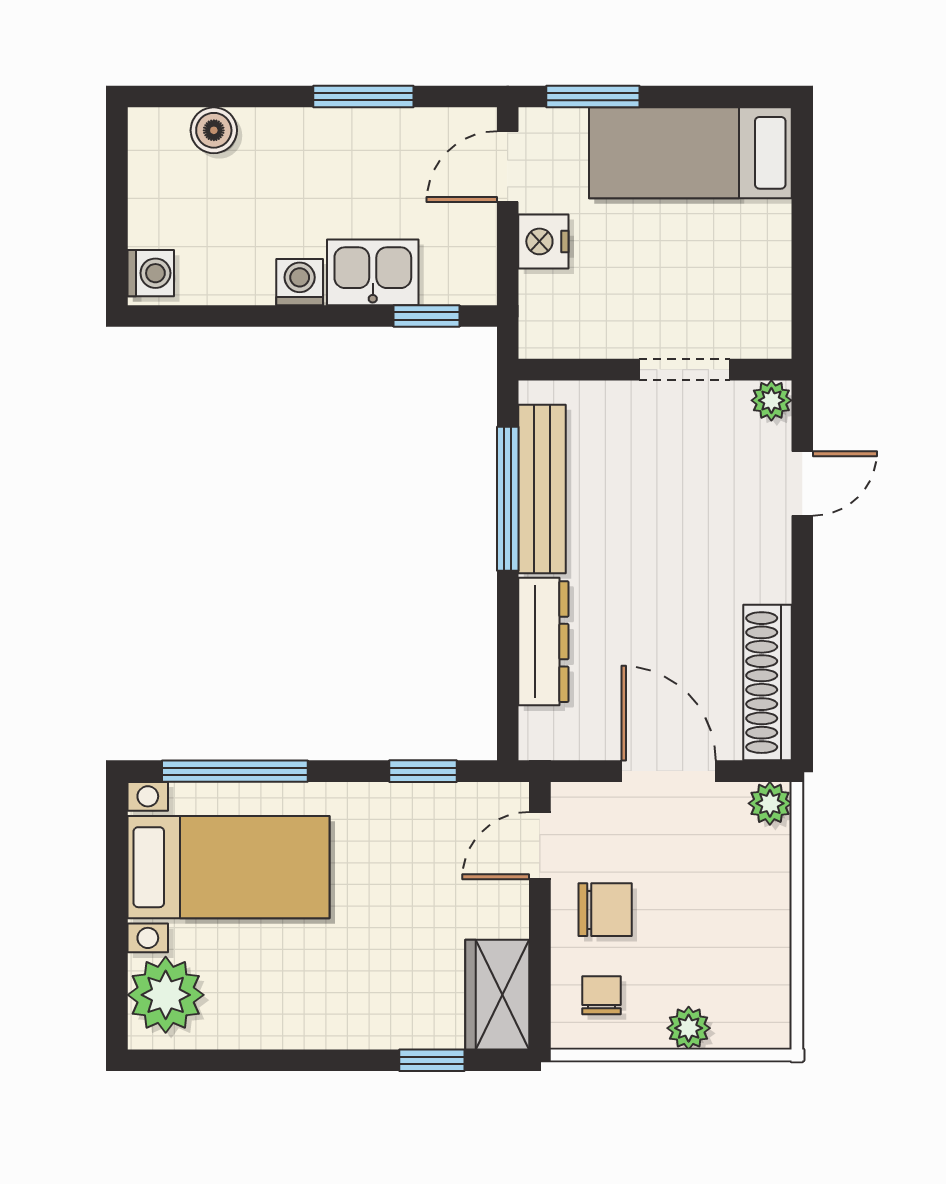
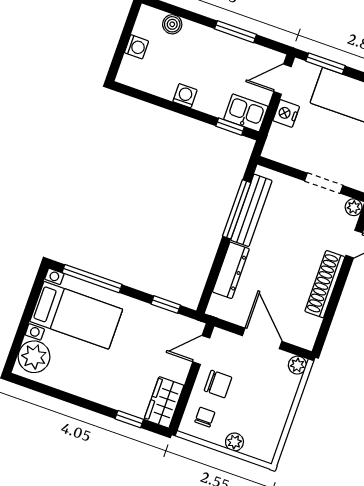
kitchen sink: (373, 272) -> (246, 113), moved
washing machine: (151, 273) -> (137, 47), moved
shoe rack: (767, 683) -> (325, 284), moved

